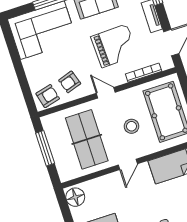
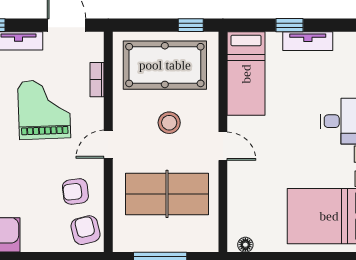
bookcase: (144, 73) -> (97, 80), width x0.64
armchair: (70, 82) -> (75, 191), turned 101
floor lamp: (75, 197) -> (245, 245), width x0.53, depth x0.53

